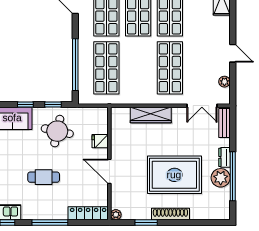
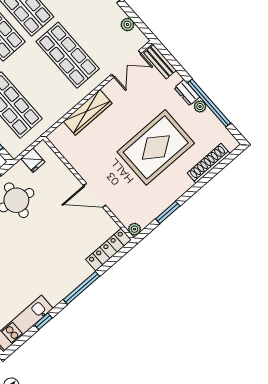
fridge: (100, 141) -> (33, 160), moved, turned -90
cafe table: (44, 177) -> (40, 252), removed
plant: (221, 178) -> (200, 106), width x0.53, depth x0.53
shoe rack: (170, 214) -> (209, 163), moved

